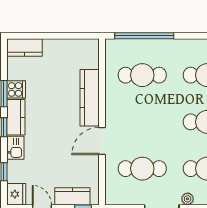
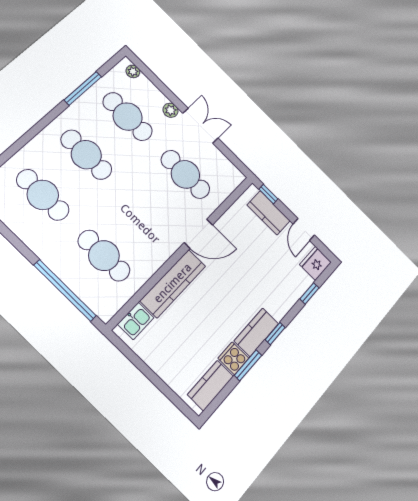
kitchen counter: (25, 47) -> (211, 385), moved, turned -90
kitchen sink: (15, 148) -> (136, 321), moved, turned 180

